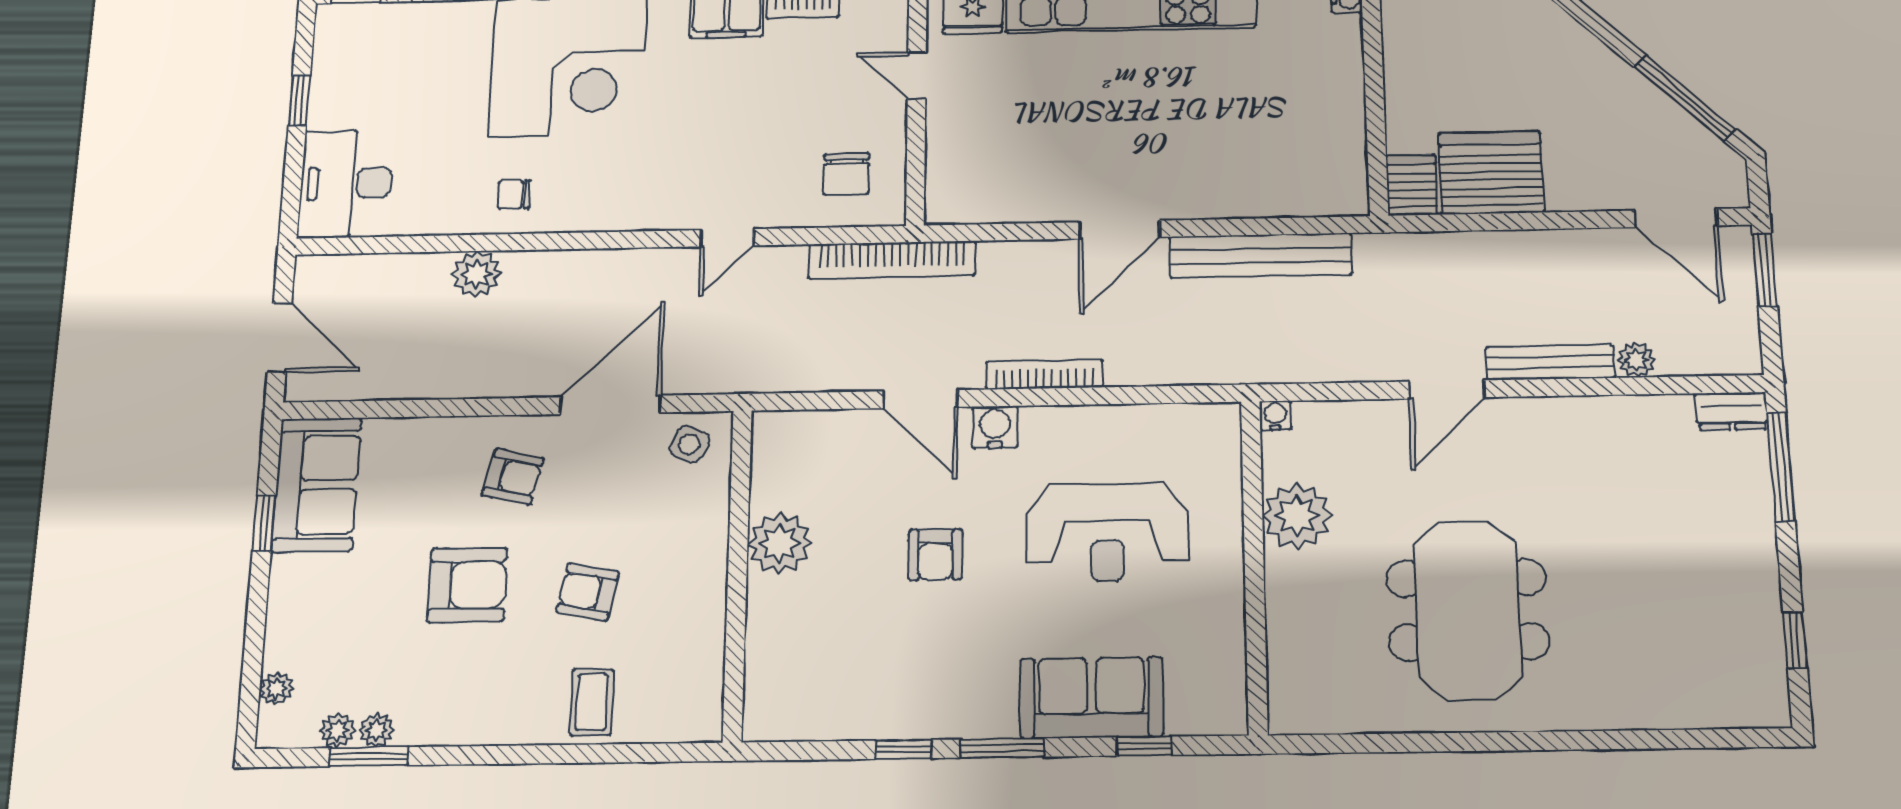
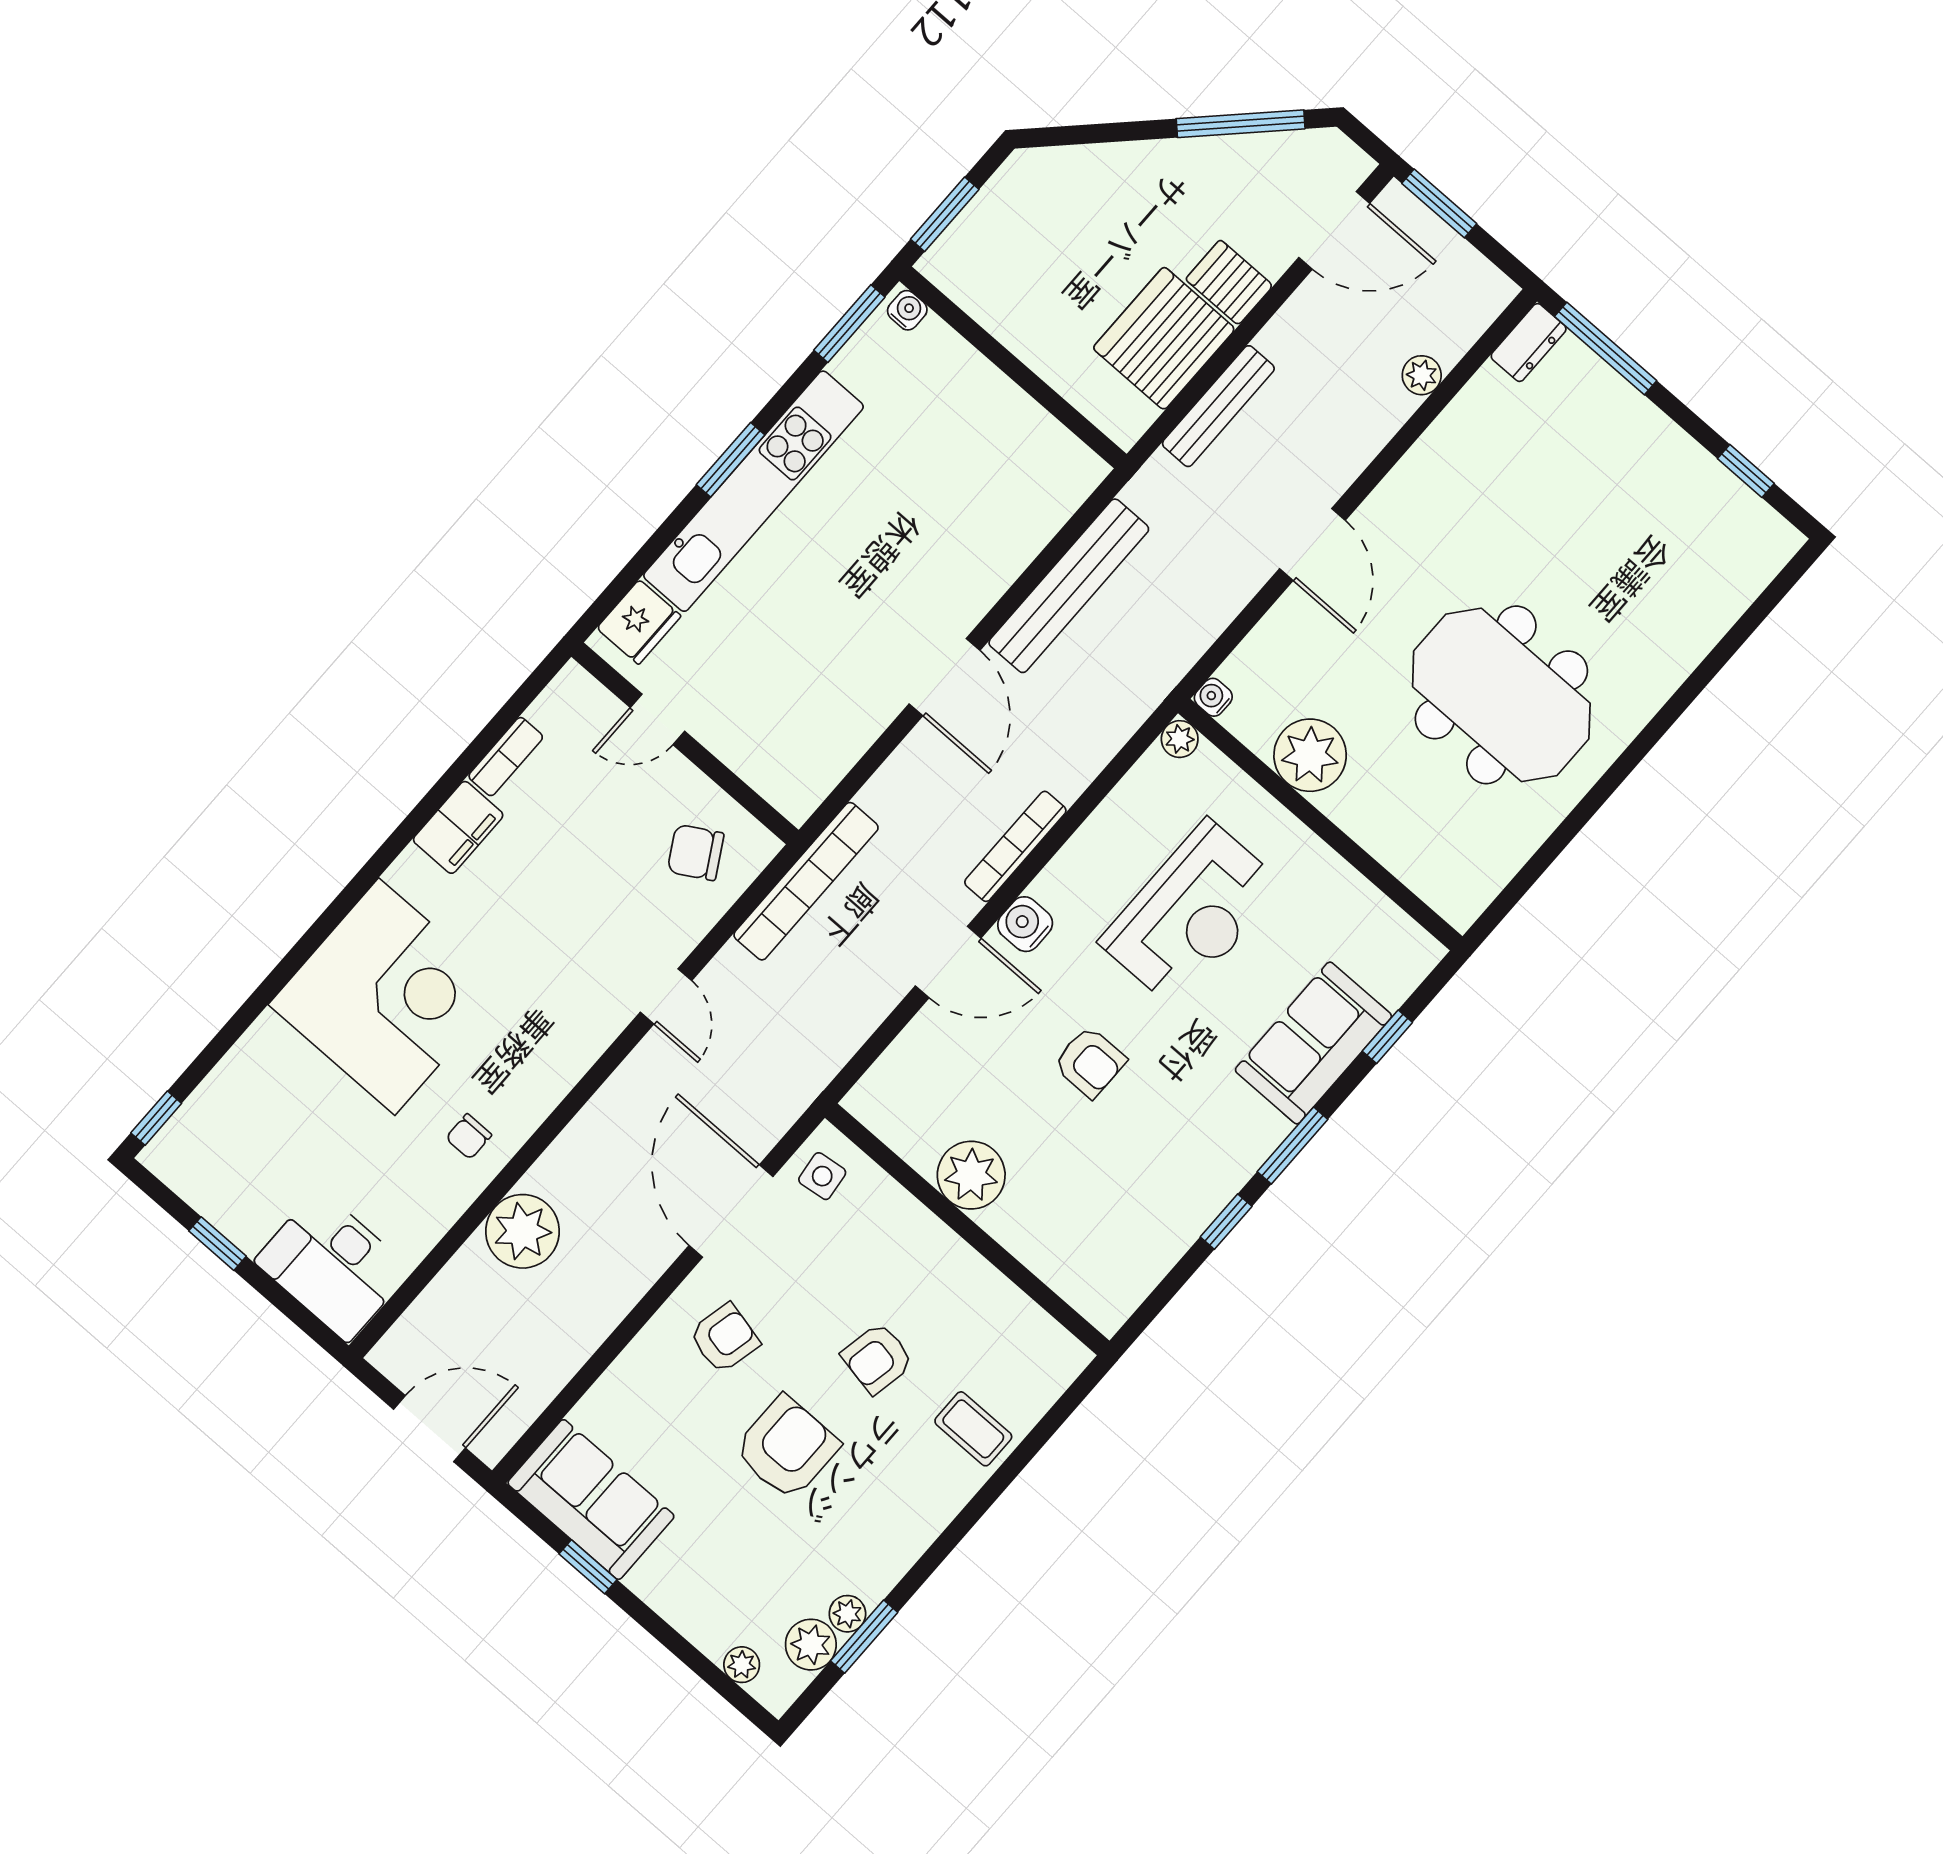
chair: (846, 174) -> (696, 852), turned 150
server rack: (1412, 185) -> (1229, 282), moved
plant: (476, 274) -> (523, 1231), width x1.36, depth x1.36
bench: (1550, 362) -> (1218, 406), moved
plant: (1224, 418) -> (1180, 739), added
side table: (689, 444) -> (822, 1176), turned -31
plant: (338, 731) -> (811, 1645), width x1.38, depth x1.38

